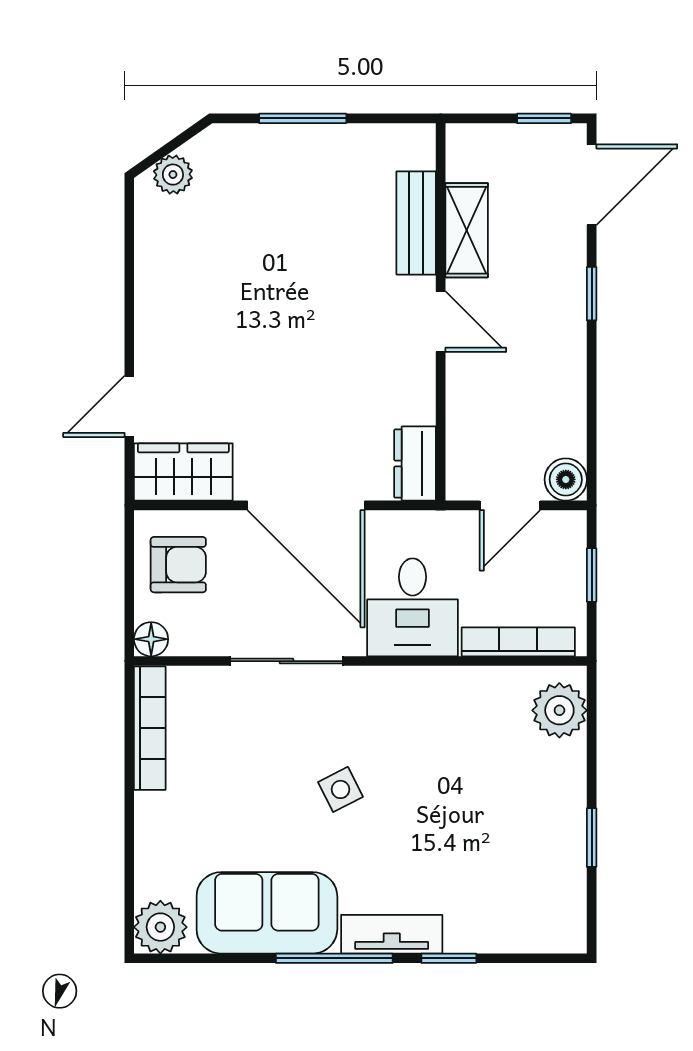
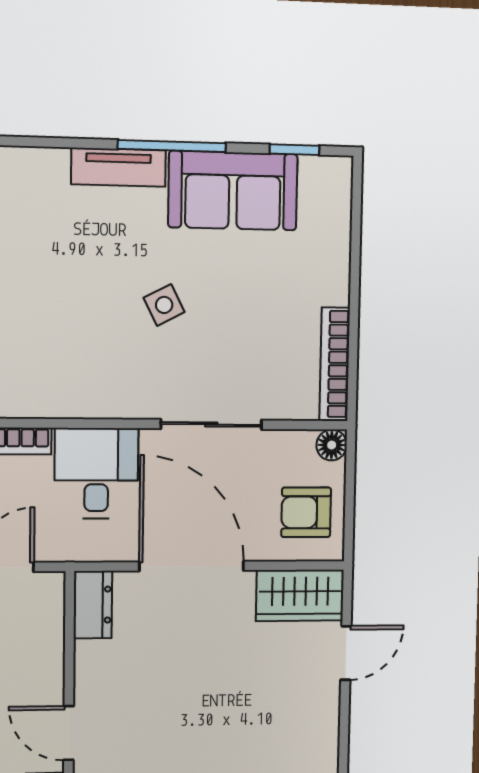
plant: (160, 927) -> (329, 180), removed
window: (449, 958) -> (295, 150), moved

